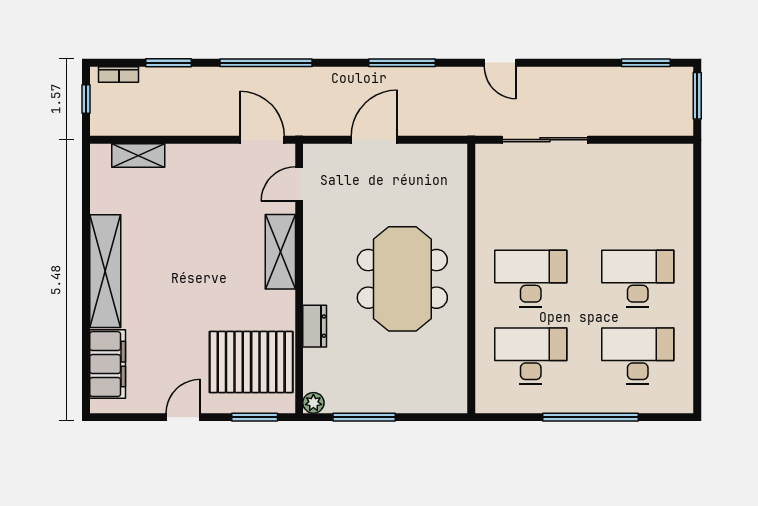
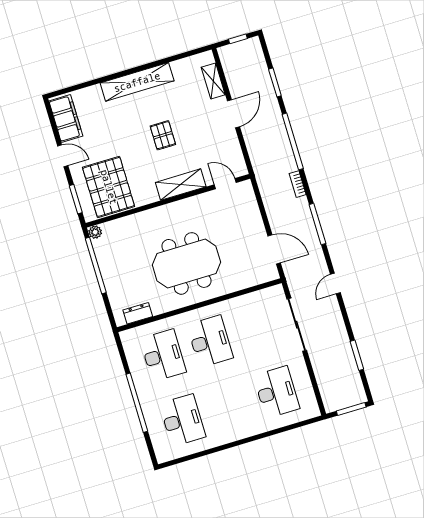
window: (646, 63) -> (357, 355), moved
bookcase: (119, 74) -> (298, 184), moved
door: (262, 140) -> (233, 114), moved
door: (374, 140) -> (274, 249), moved
pallet: (198, 256) -> (163, 135), added
desk: (638, 278) -> (277, 392), moved
dresser: (315, 326) -> (138, 313), moved, turned 180
filing cabinet: (108, 364) -> (66, 118), moved, turned -90
window: (364, 417) -> (96, 266), width x1.46

